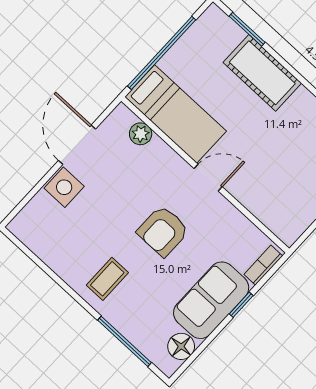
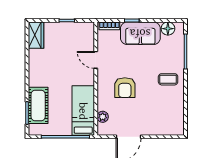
cot: (262, 73) -> (38, 105), moved
door: (208, 178) -> (96, 60), moved
side table: (64, 187) -> (149, 127), removed
armchair: (163, 231) -> (125, 88), moved, turned 90

